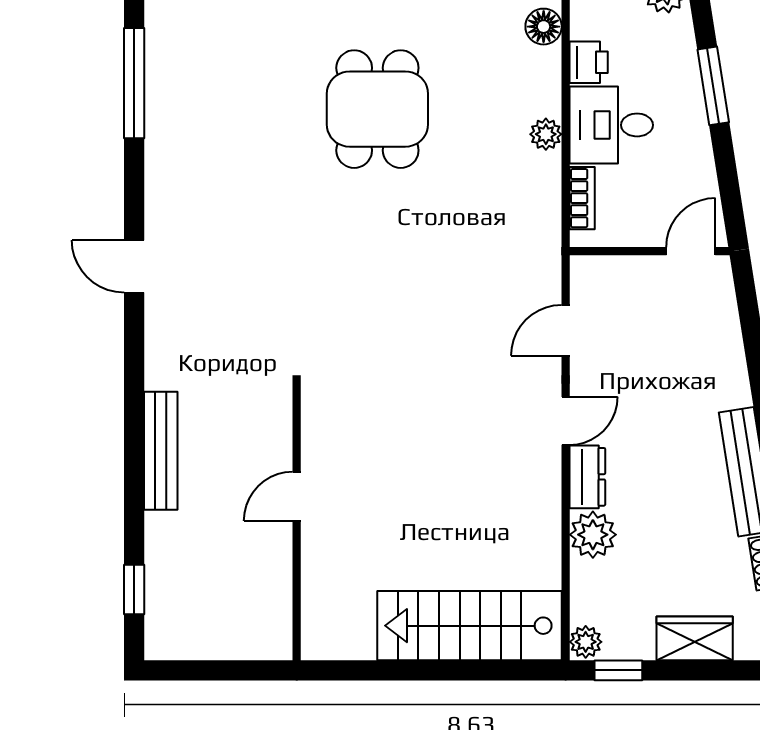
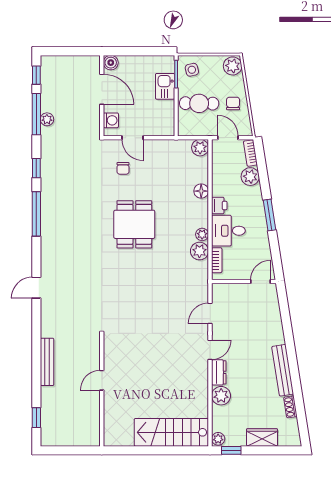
plant: (539, 175) -> (199, 251), added
door: (134, 266) -> (36, 288), hinge flipped

